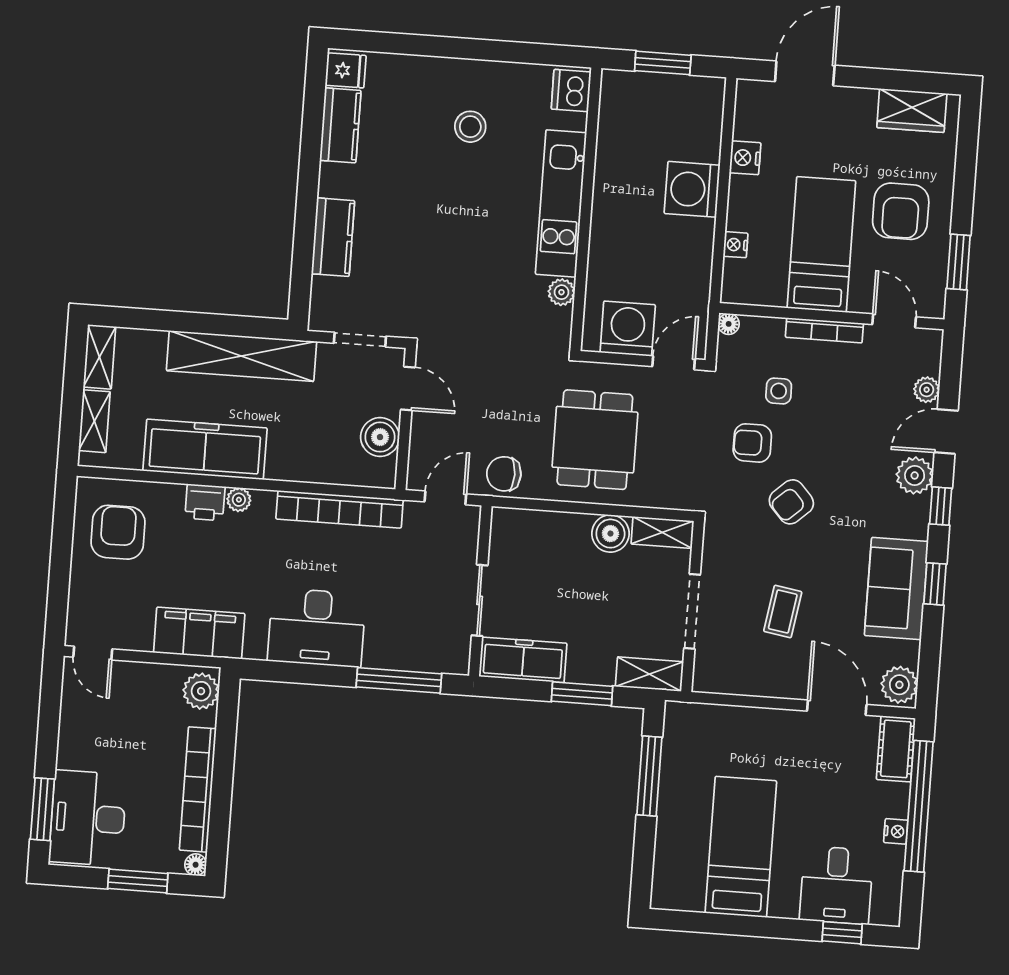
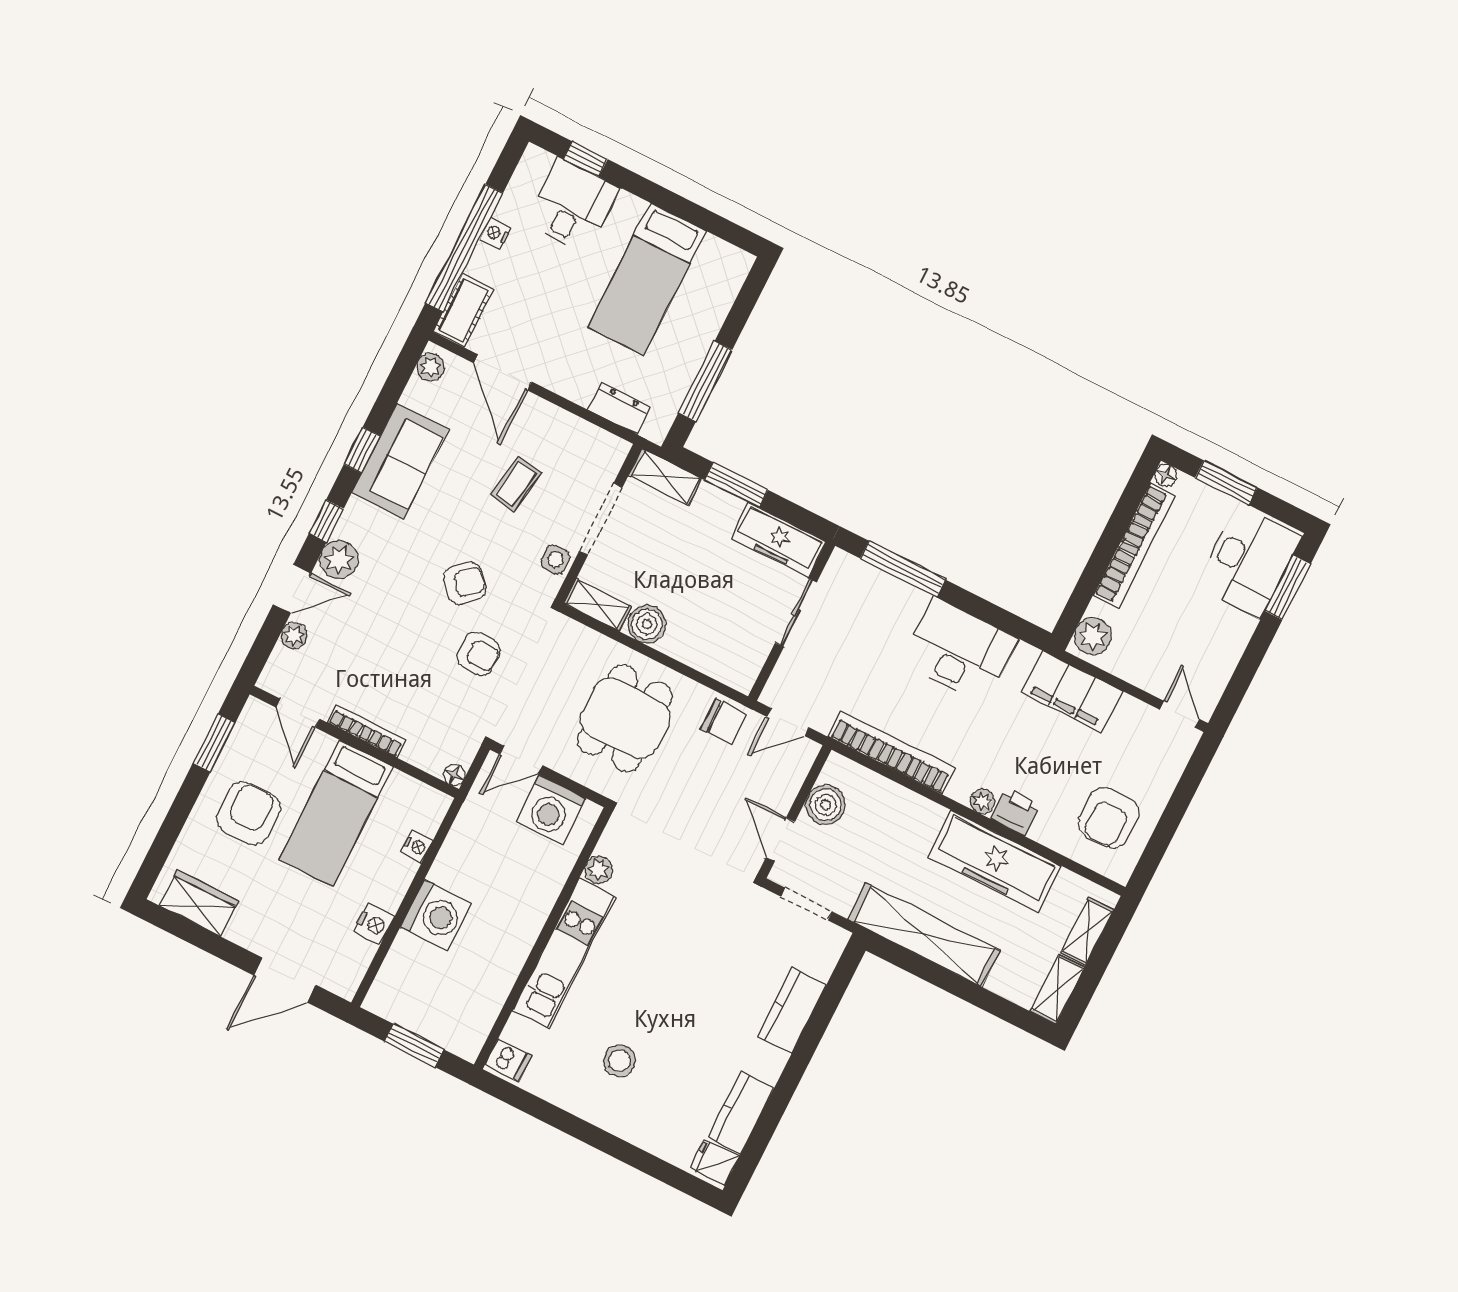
dishwasher: (571, 91) -> (508, 1060), width x0.73
side table: (779, 391) -> (555, 560), moved
plant: (899, 685) -> (430, 367), width x0.73, depth x0.73
dresser: (718, 719) -> (619, 408), added

